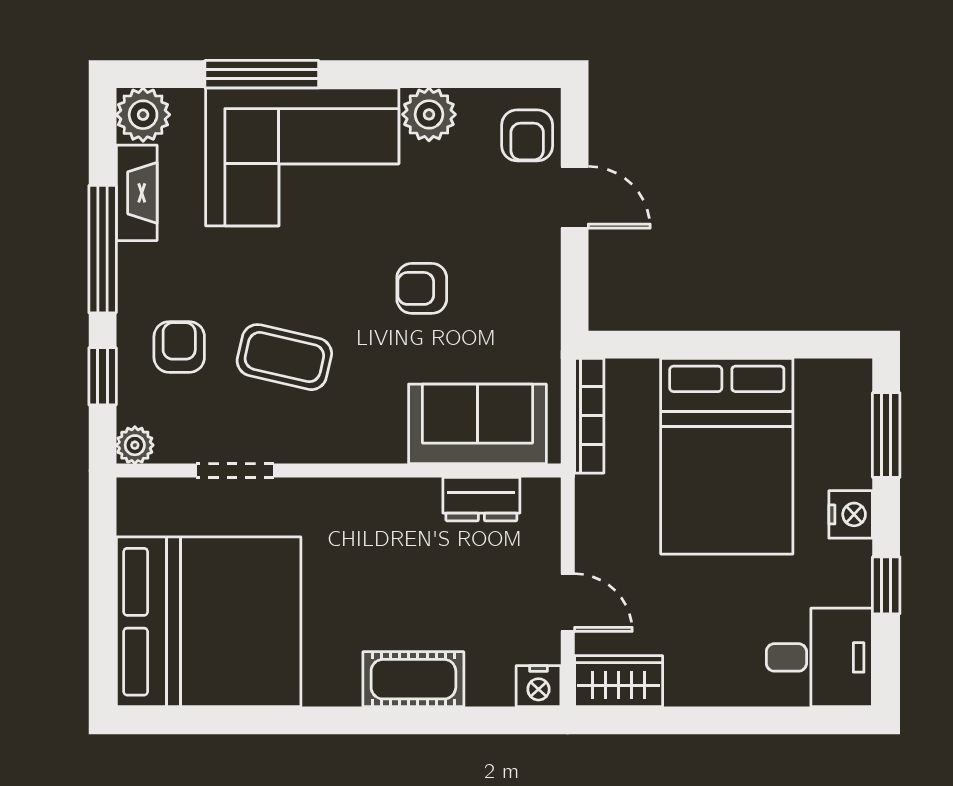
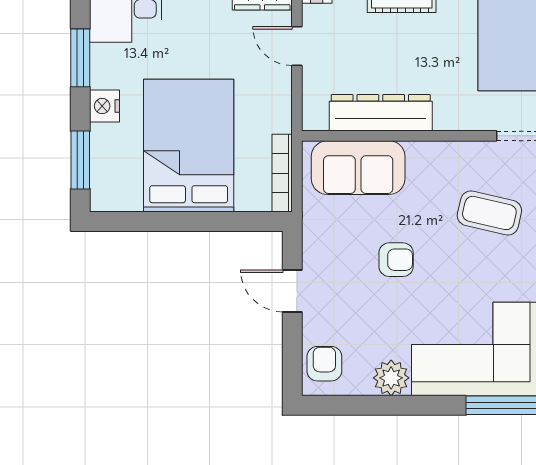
door: (575, 197) -> (292, 291), moved
dresser: (481, 499) -> (381, 113), width x1.96, depth x1.24
window: (886, 585) -> (80, 58), width x1.50

